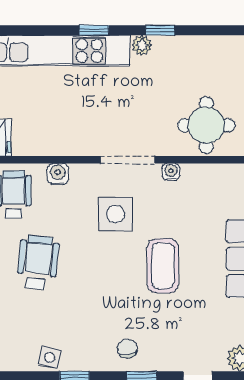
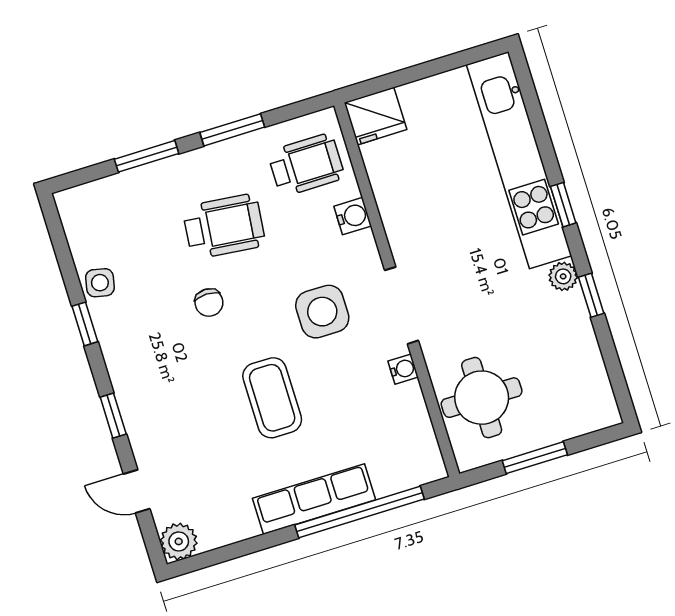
coffee table: (163, 266) -> (272, 398), turned 90
chair: (127, 349) -> (209, 303), moved, turned 101

